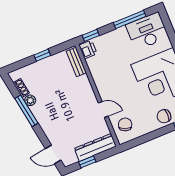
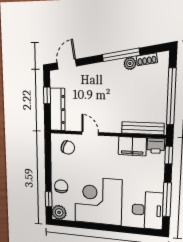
window: (42, 55) -> (171, 97), width x3.17
bench: (76, 62) -> (143, 128), width x1.36
filing cabinet: (97, 69) -> (132, 146), added
door: (103, 110) -> (90, 133), swing flipped

